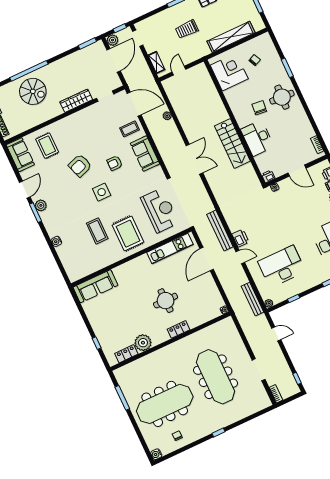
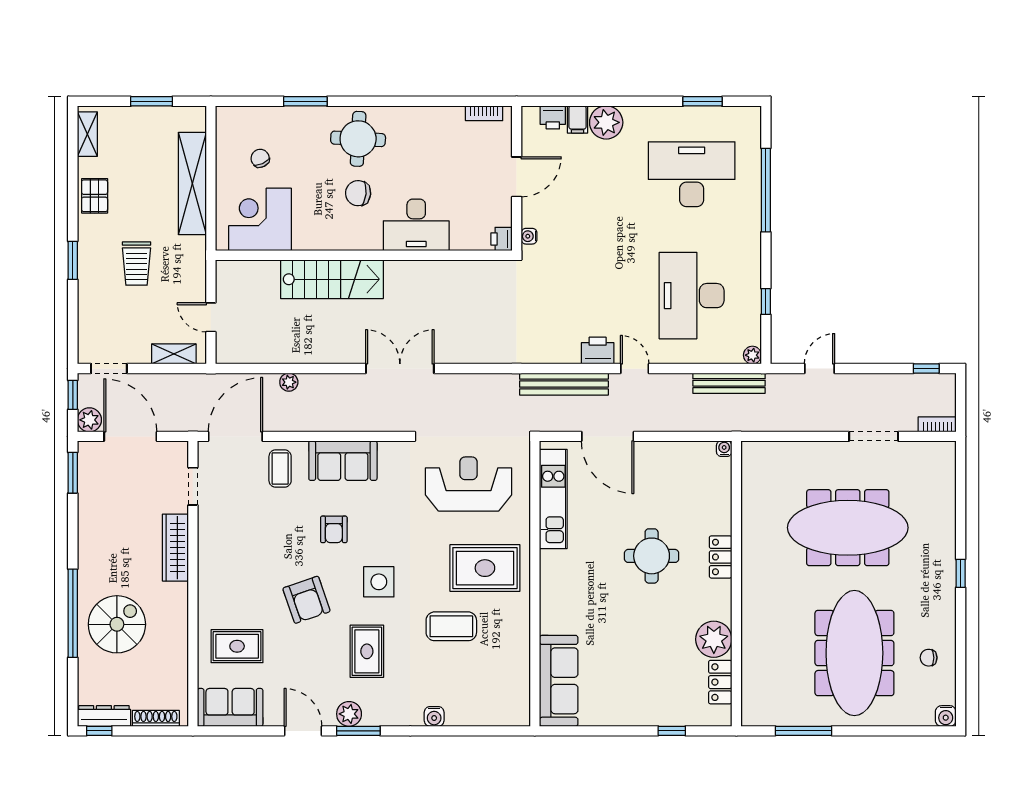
stairs: (232, 143) -> (332, 279), moved
rug: (70, 201) -> (367, 651), added
door: (240, 257) -> (635, 369), hinge flipped

